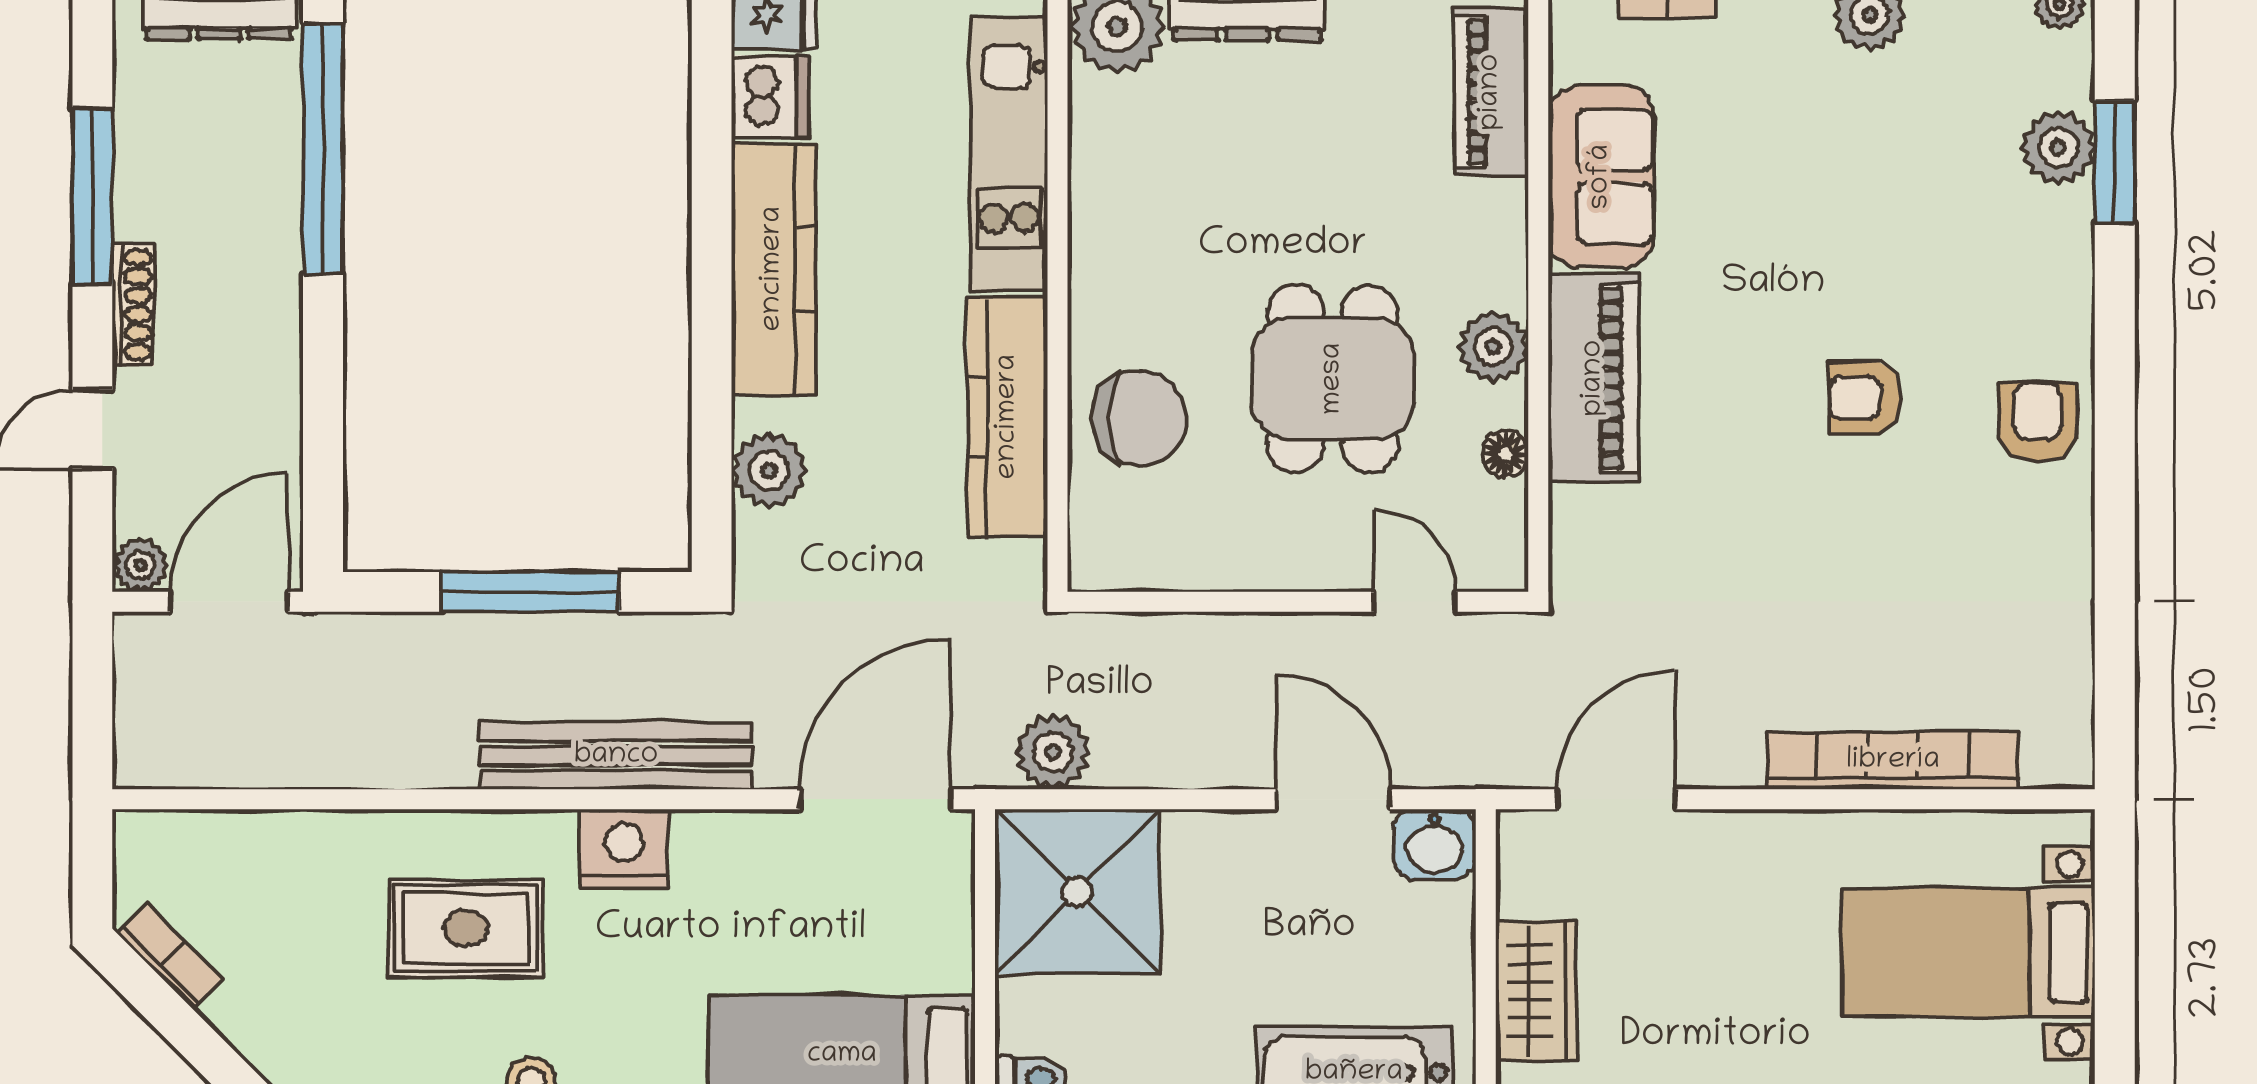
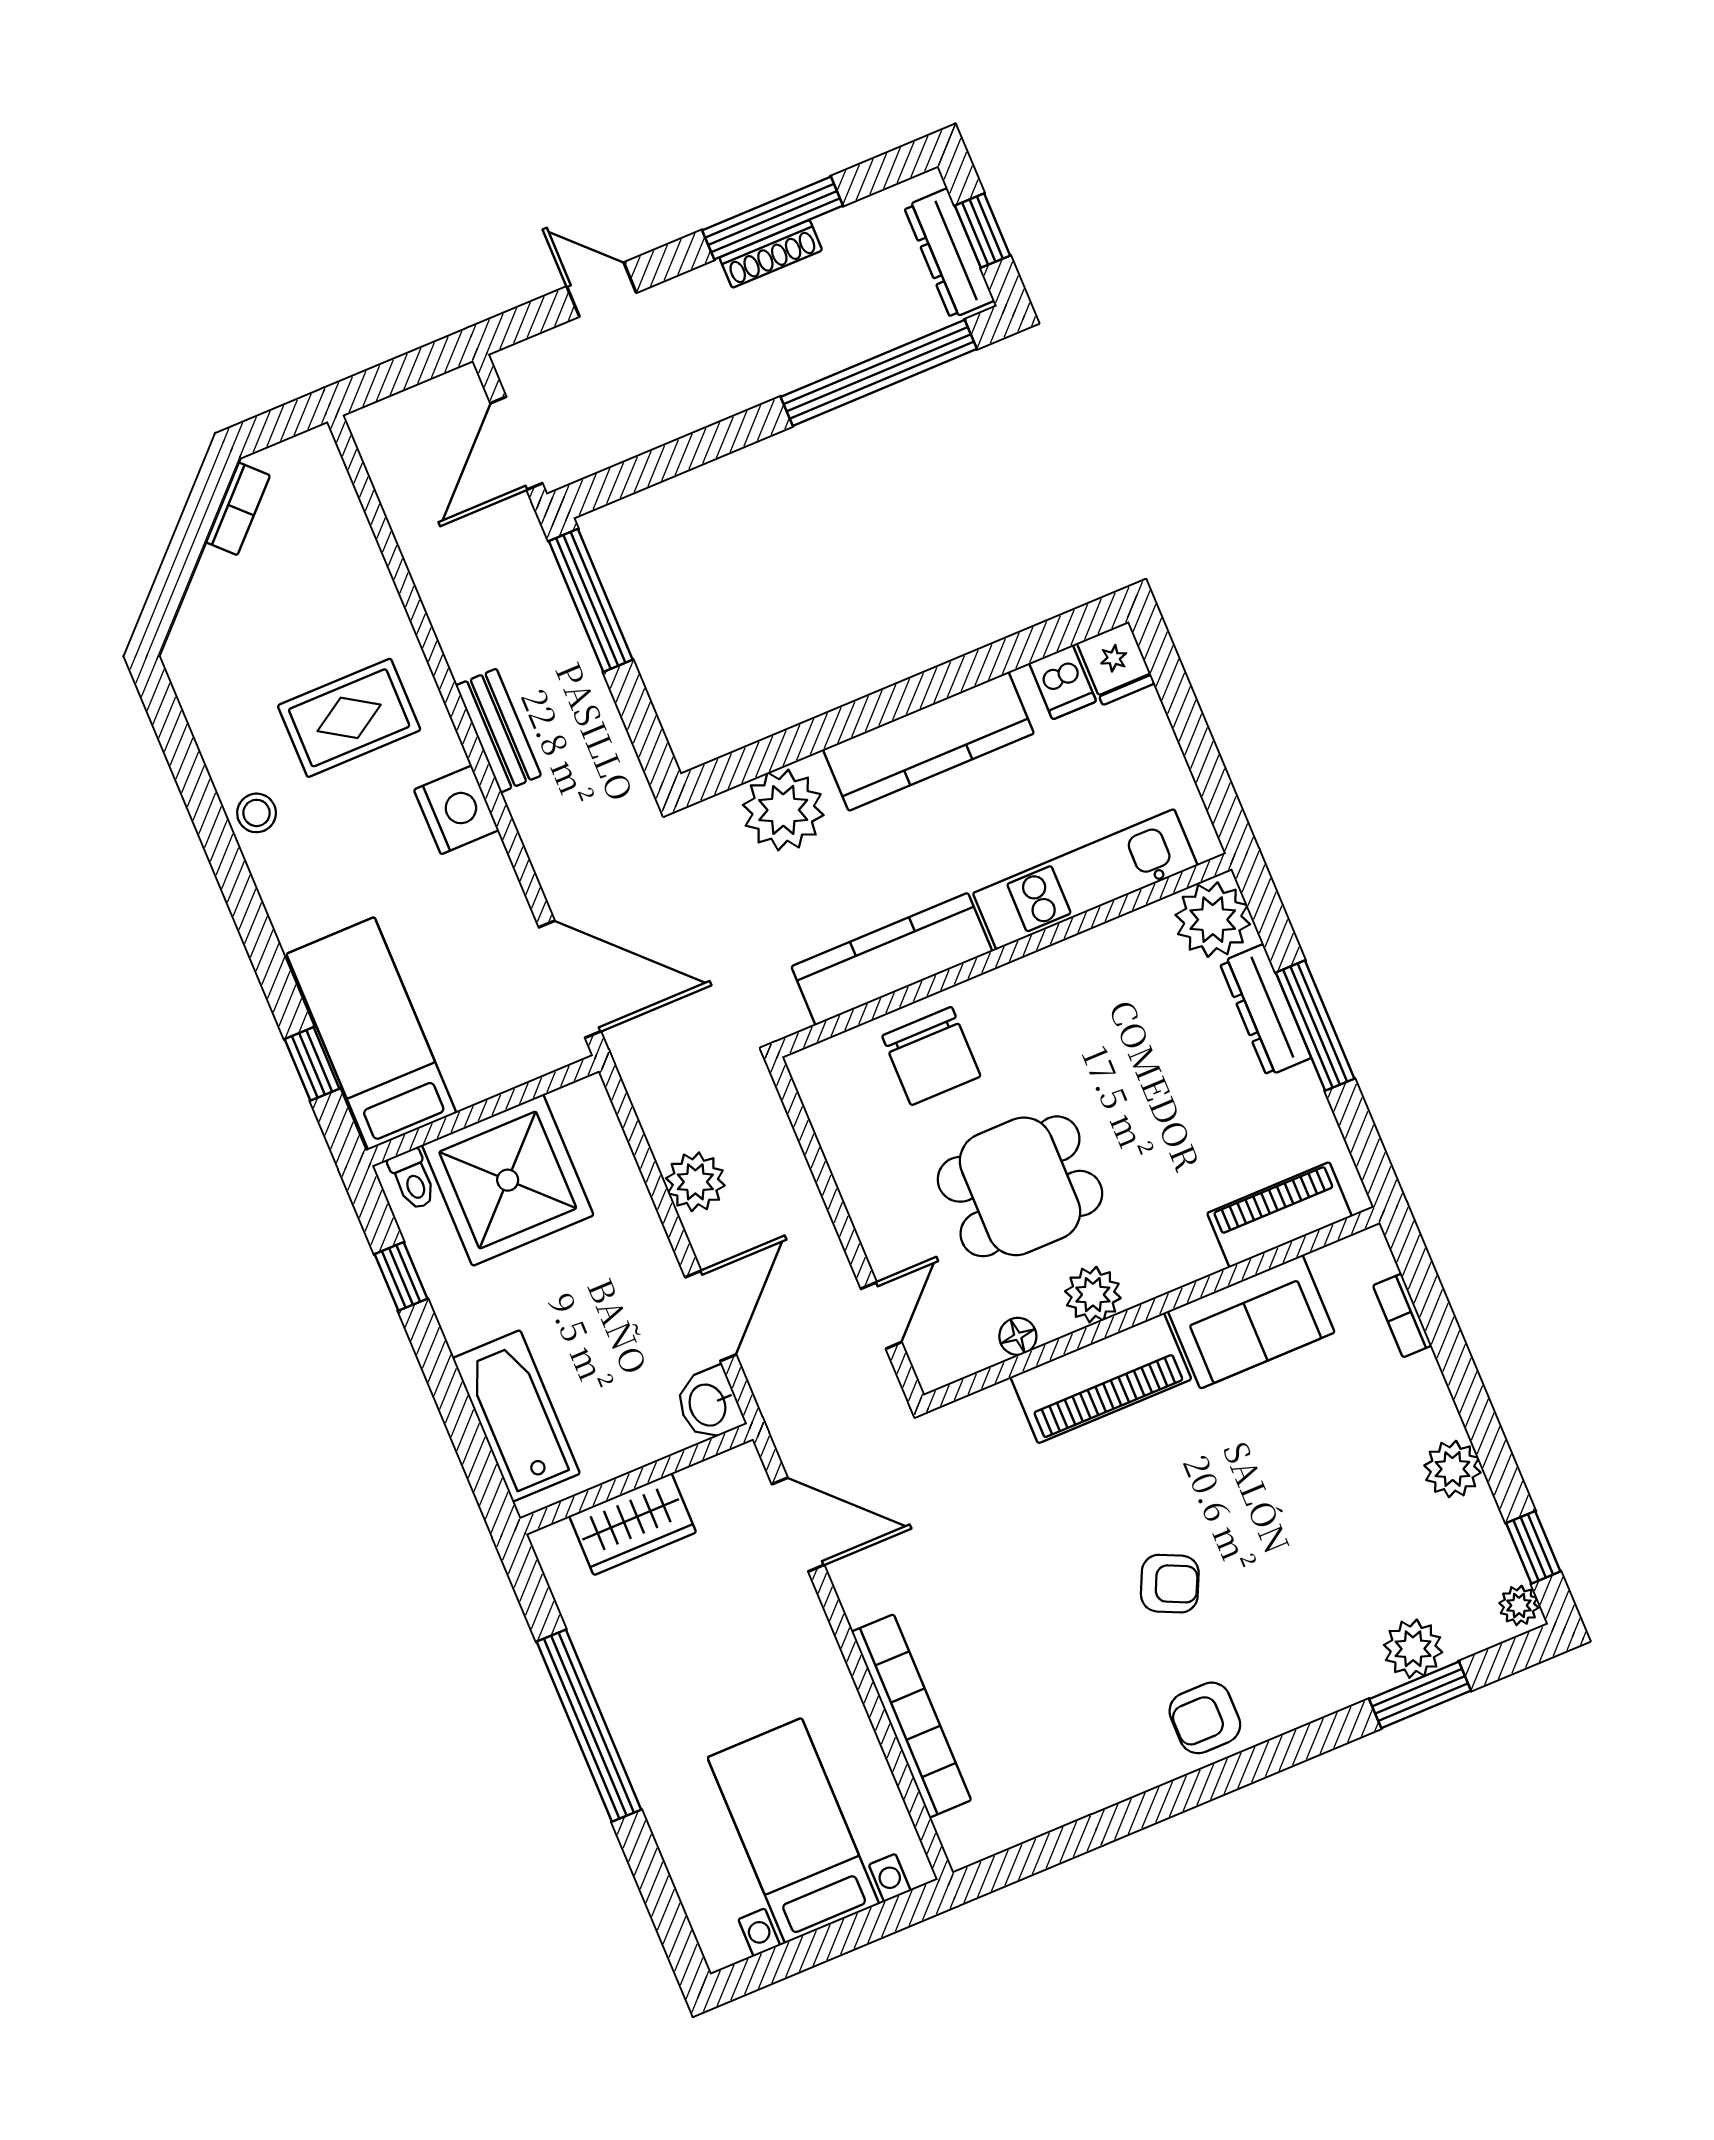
dishwasher: (770, 97) -> (1063, 682), width x0.73
shoe rack: (133, 305) -> (771, 254), moved
armchair: (1865, 398) -> (1170, 1584), turned 115
armchair: (2037, 422) -> (1205, 1718), turned 180
plant: (769, 470) -> (783, 810), width x1.36, depth x1.36
plant: (140, 565) -> (516, 367), removed
window: (530, 592) -> (591, 600), moved
door: (229, 602) -> (516, 443), swing flipped
plant: (1053, 752) -> (695, 1182), moved
bench: (616, 756) -> (498, 731), width x0.54, depth x0.82
shower: (1077, 892) -> (508, 1180), moved
rug: (466, 928) -> (349, 718), turned 90

